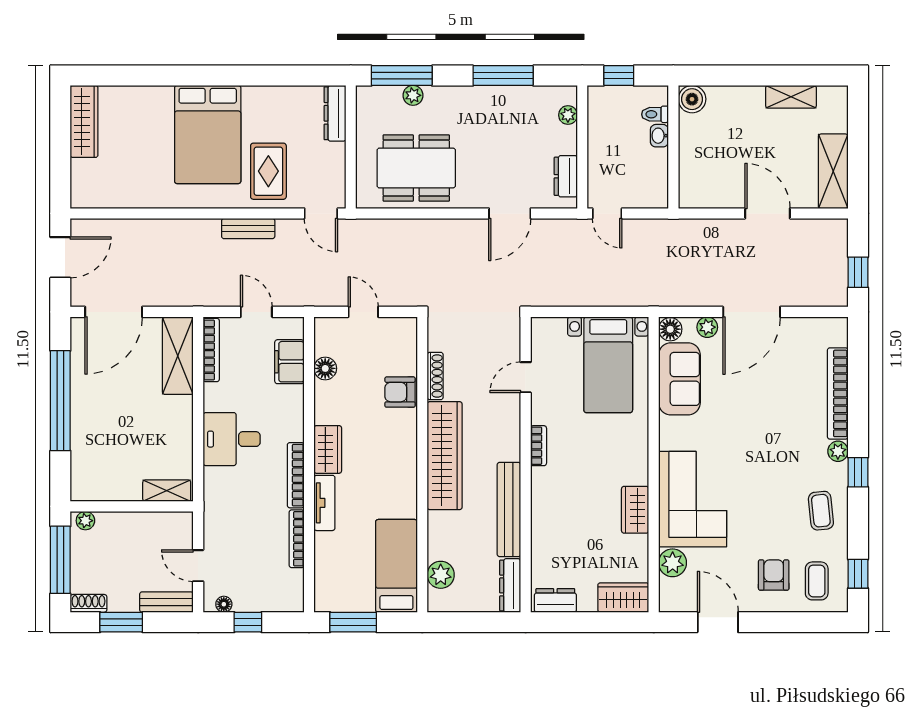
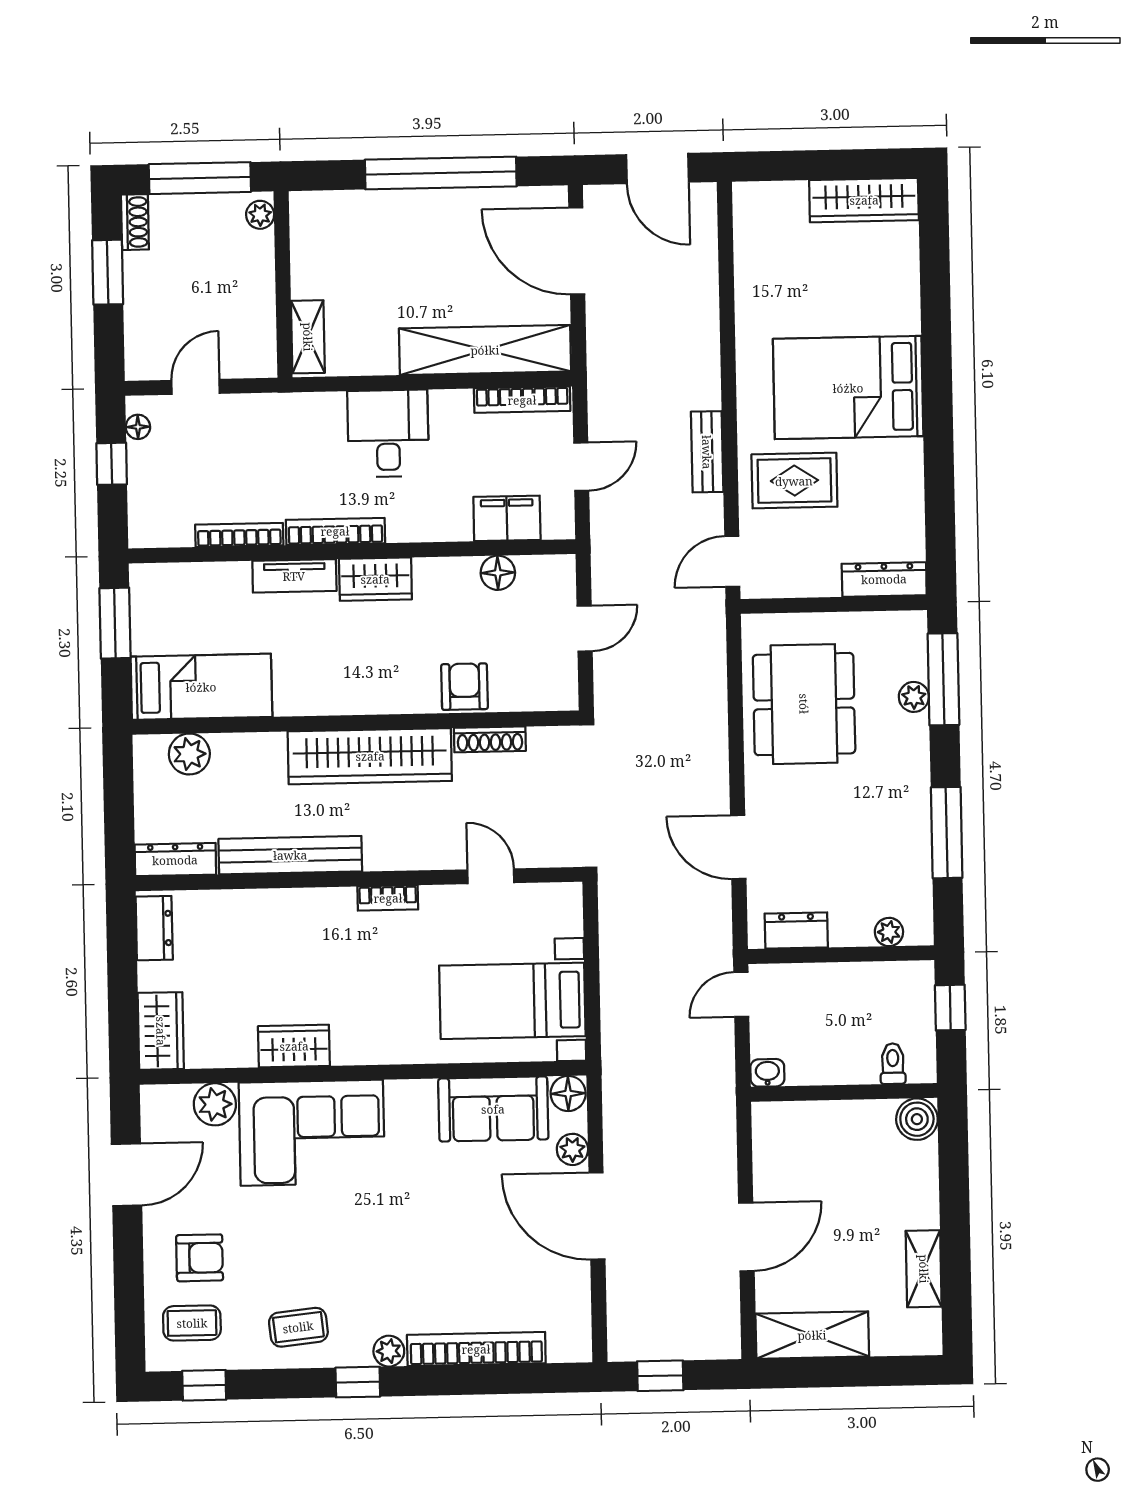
washbasin: (659, 136) -> (767, 1073), moved
shelving: (178, 356) -> (485, 350), width x1.47
bench: (166, 602) -> (139, 340), removed

